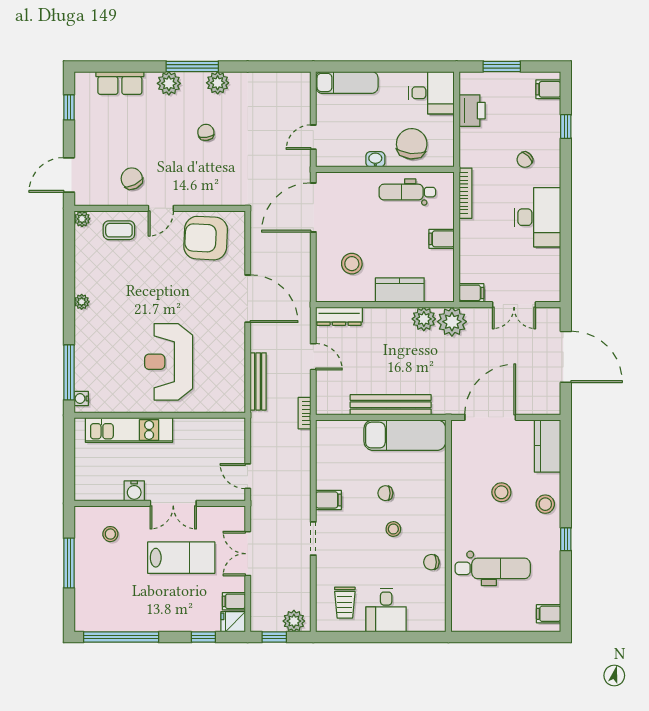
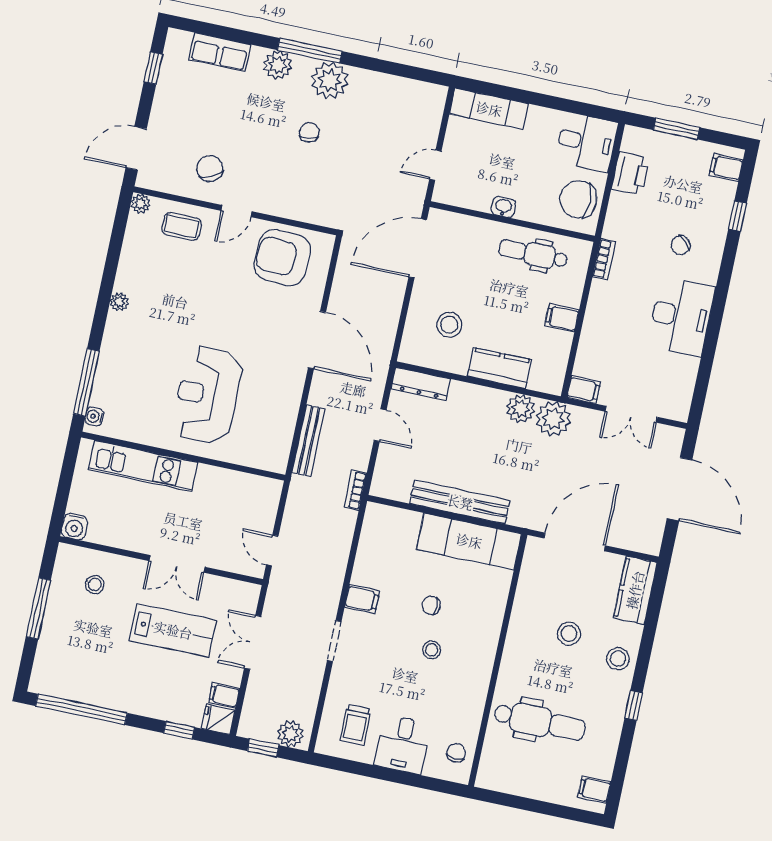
plant: (218, 83) -> (330, 80), width x1.36, depth x1.36
chair: (412, 144) -> (578, 199), moved, turned -96
bookcase: (466, 193) -> (604, 259), width x0.64
water cooler: (134, 491) -> (74, 527), moved
chair: (431, 562) -> (456, 753), moved, turned 94

